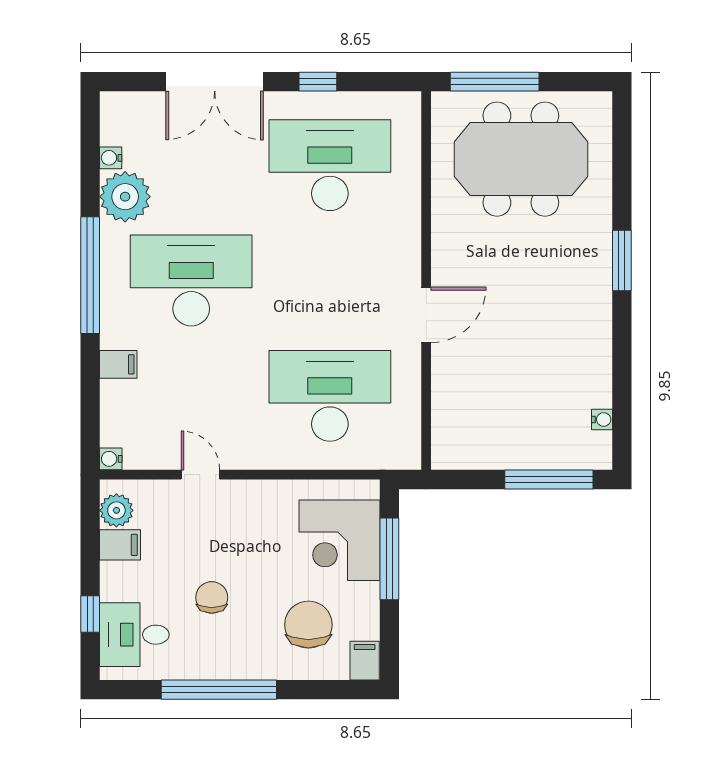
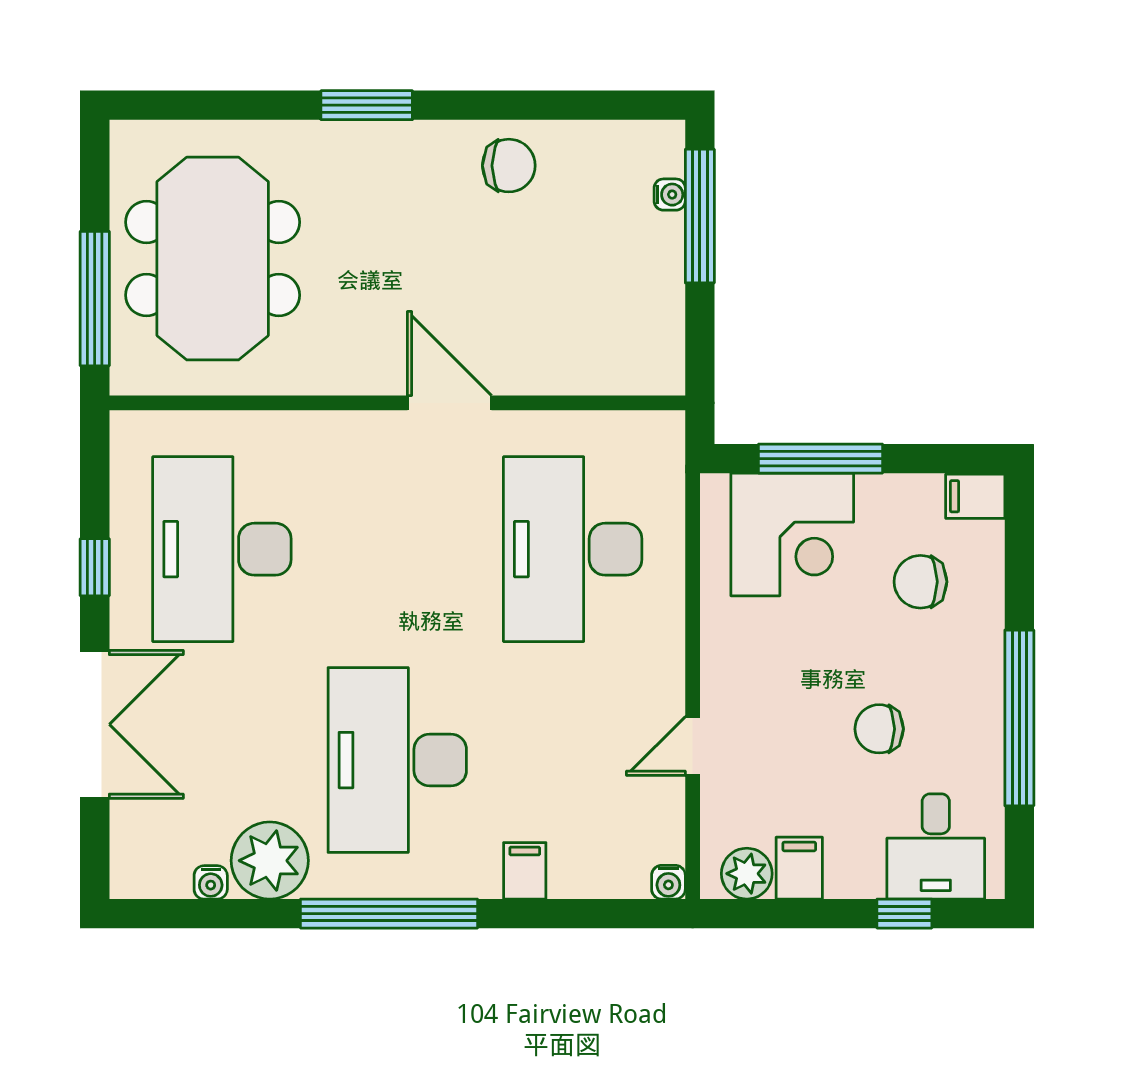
chair: (582, 354) -> (509, 166), added
water cooler: (602, 419) -> (670, 195), moved, turned 90
chair: (308, 625) -> (920, 582), width x0.73, depth x0.73

